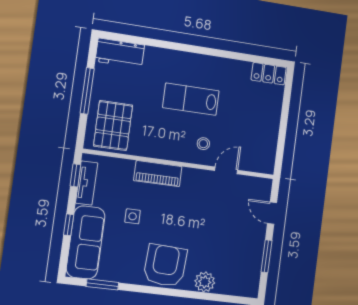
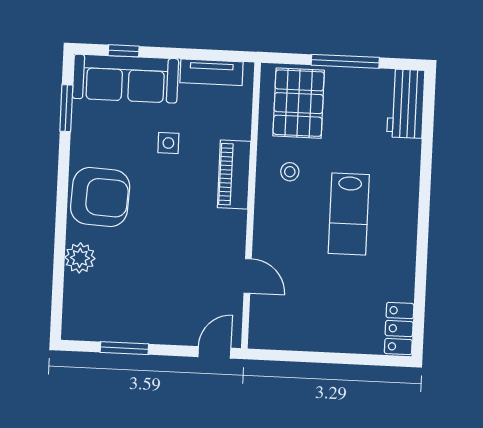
lab bench: (191, 99) -> (349, 214), turned 180
pallet: (113, 126) -> (299, 103), turned 90
stool: (203, 144) -> (290, 172), moved
window: (75, 175) -> (221, 55), removed
door: (272, 213) -> (214, 352), moved
window: (69, 225) -> (124, 51), moved

